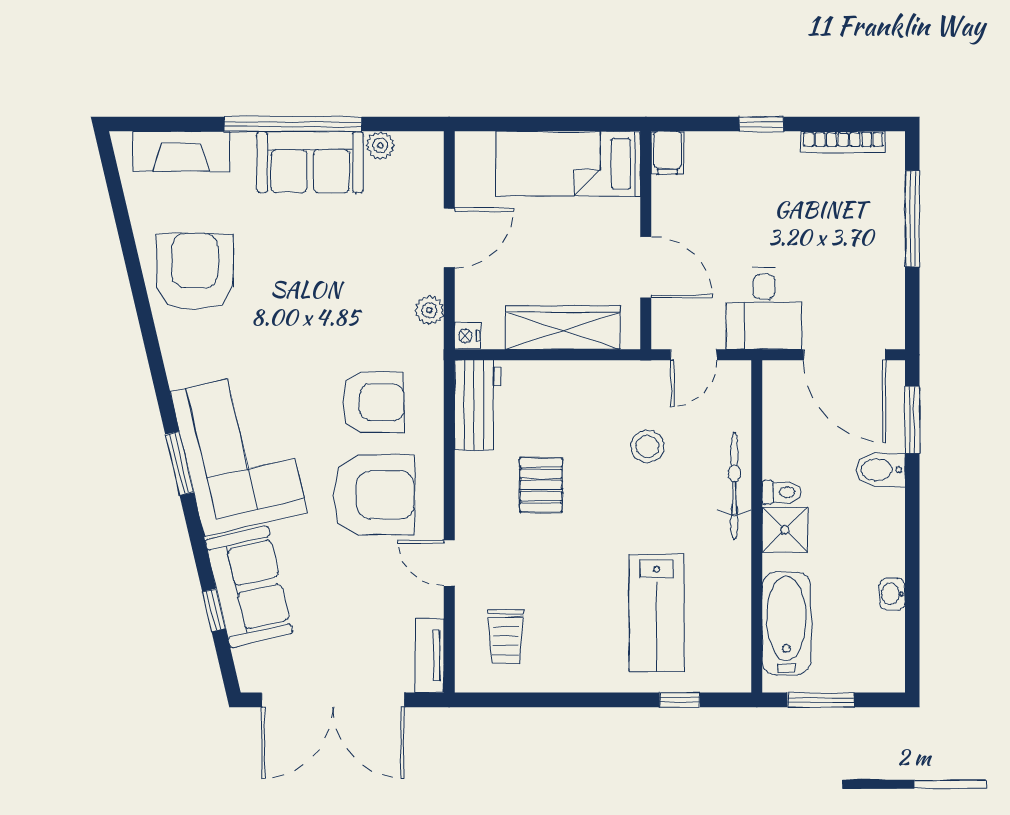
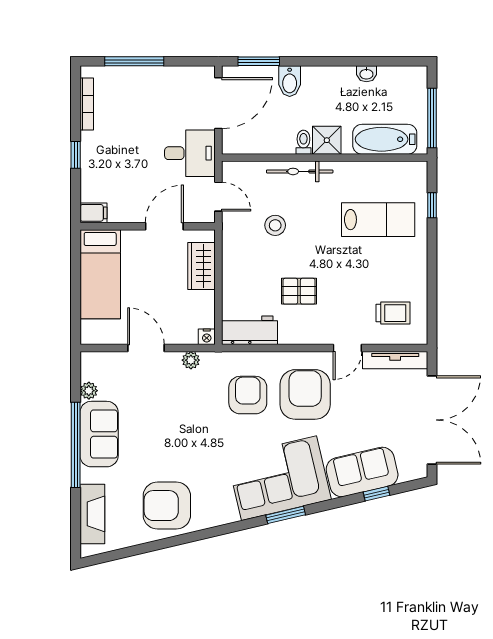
wardrobe: (563, 327) -> (201, 266), width x0.67
tv unit: (430, 655) -> (395, 360), width x1.41
window: (821, 700) -> (432, 118), width x1.44

